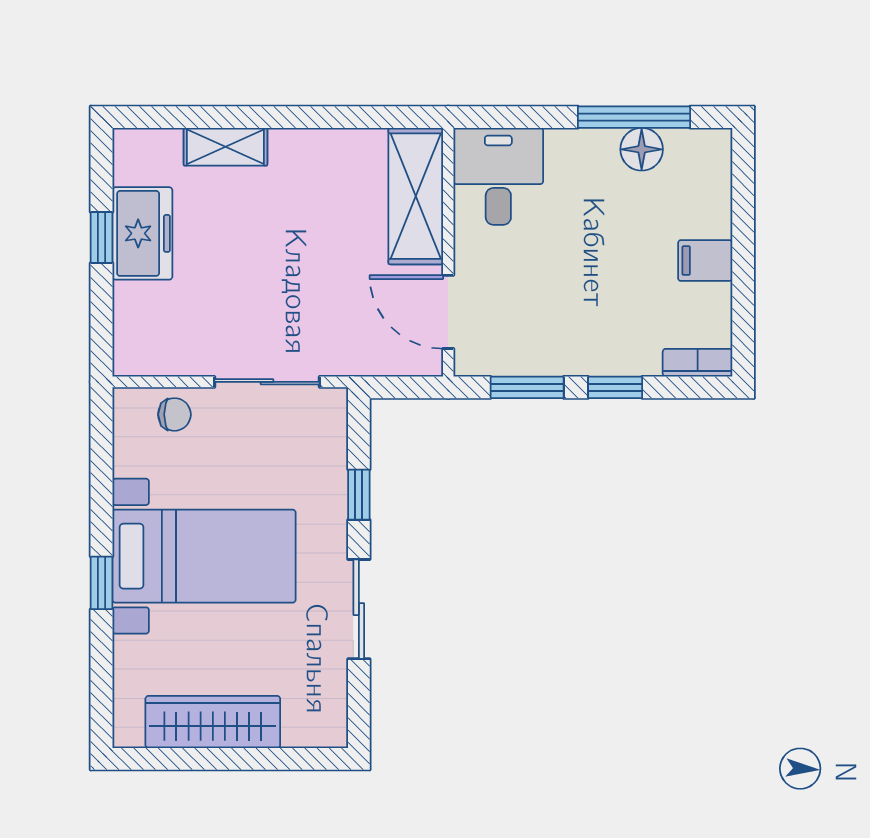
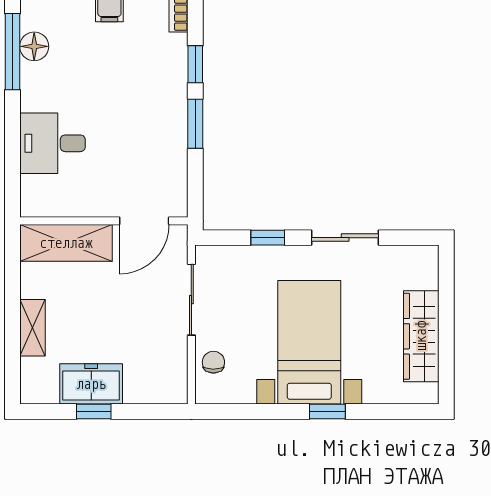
shelving: (416, 196) -> (66, 243), moved
wall: (448, 252) -> (104, 221), moved
door: (448, 312) -> (144, 221), moved

